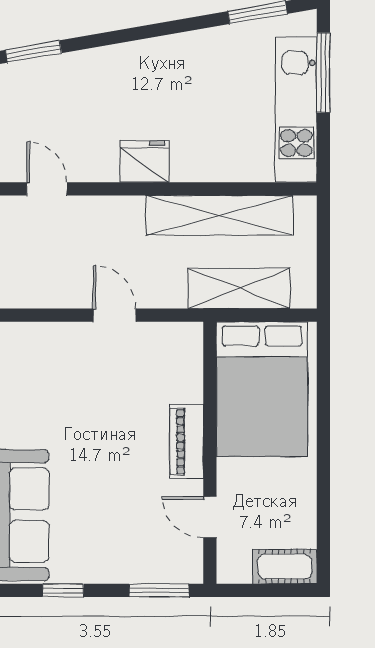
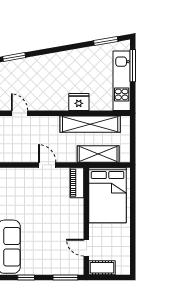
fridge: (144, 161) -> (79, 102), moved
piano: (187, 442) -> (77, 183), moved
cot: (285, 567) -> (102, 268), moved

